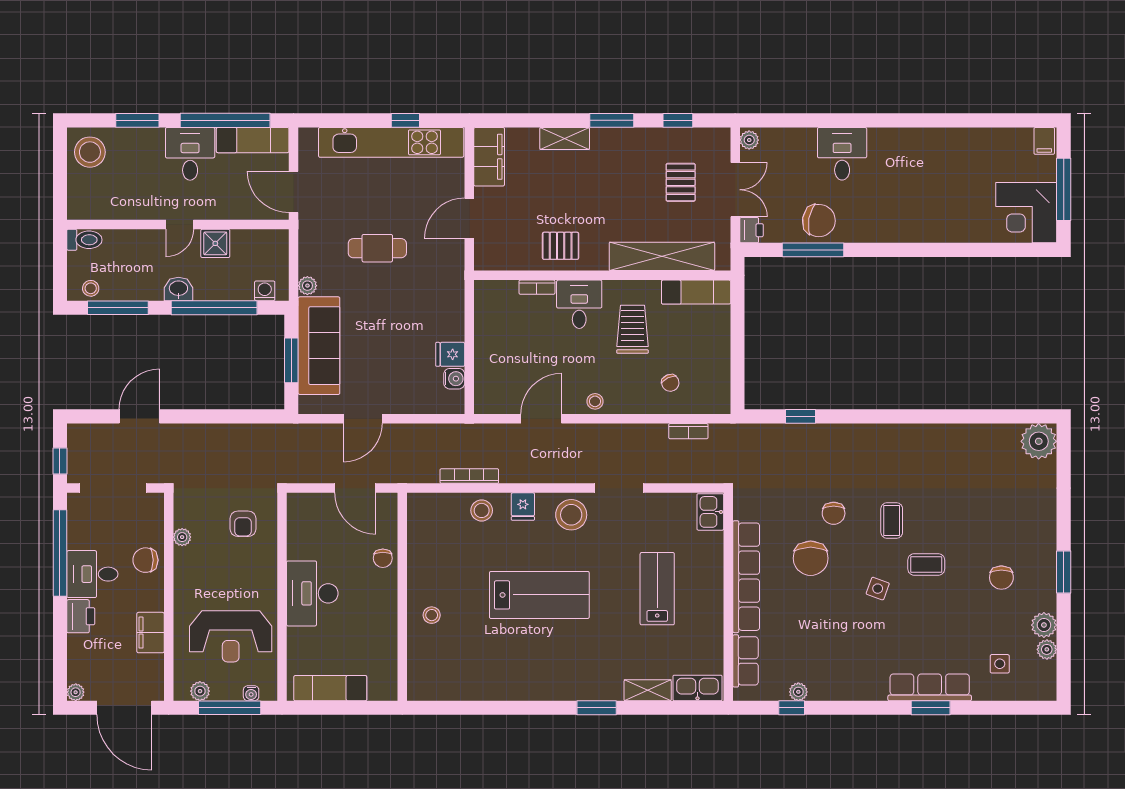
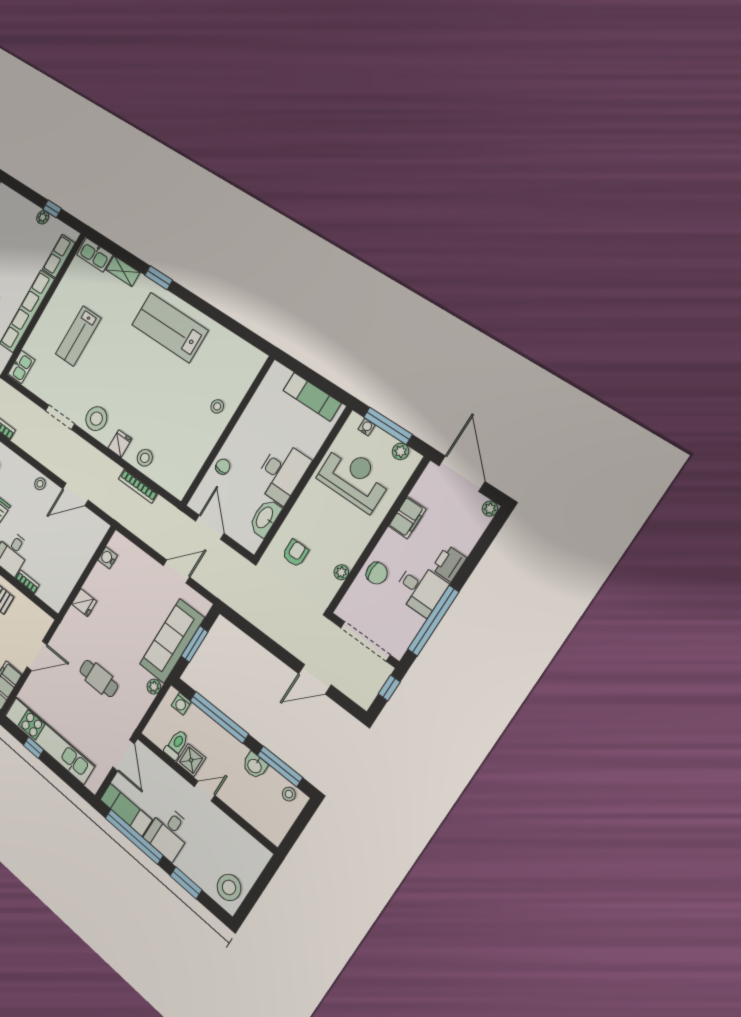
toilet: (84, 240) -> (176, 745), moved, turned 90
washbasin: (178, 289) -> (255, 766), moved
fridge: (450, 354) -> (84, 603), moved
washbasin: (300, 537) -> (265, 518), added
lab bench: (539, 595) -> (170, 328), moved

